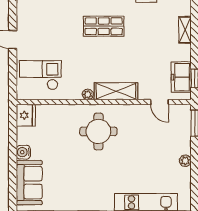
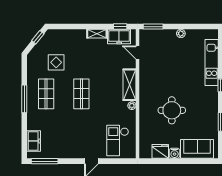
shelving: (185, 30) -> (97, 34), moved
door: (160, 102) -> (137, 53), swing flipped
fridge: (26, 115) -> (160, 151), moved
round table: (98, 131) -> (172, 110), moved

